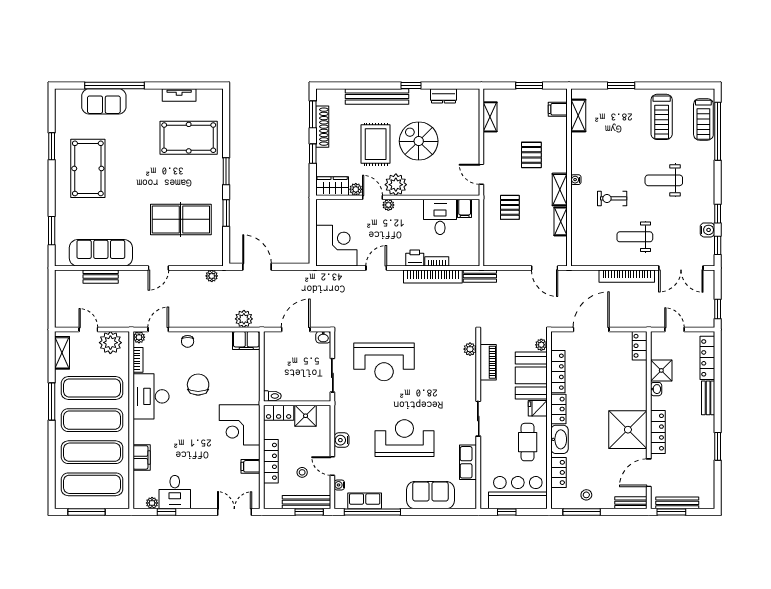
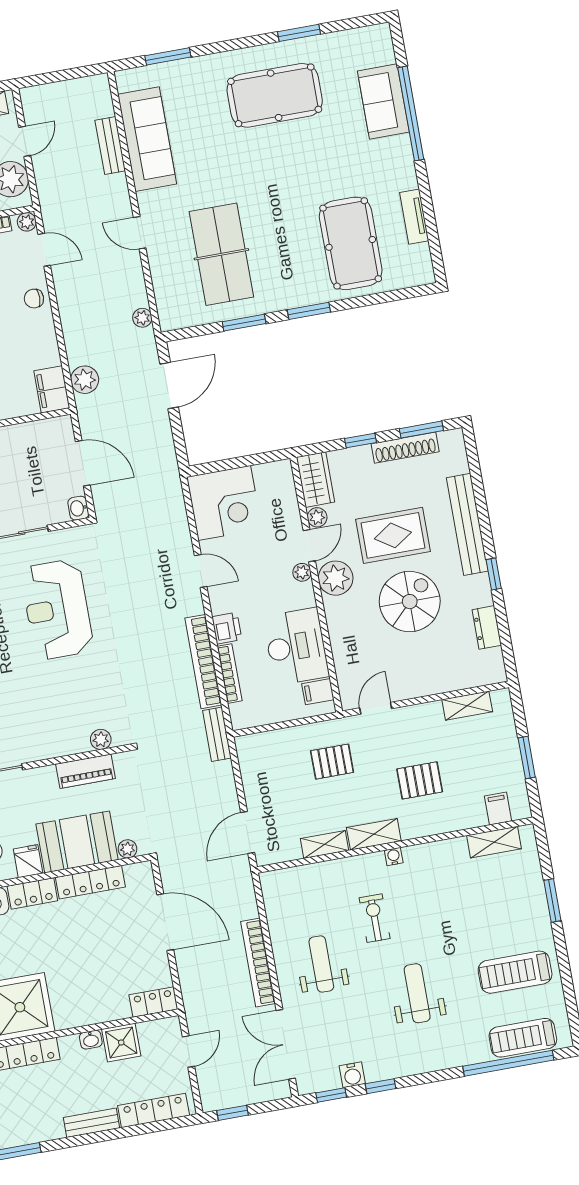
desk: (440, 217) -> (296, 646), width x1.37
bookcase: (437, 261) -> (230, 674), width x1.56

